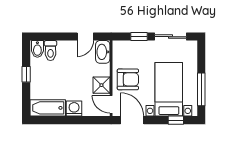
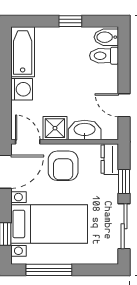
dresser: (123, 47) -> (110, 159), added
washbasin: (103, 52) -> (85, 130), moved
door: (111, 104) -> (28, 142), hinge flipped

